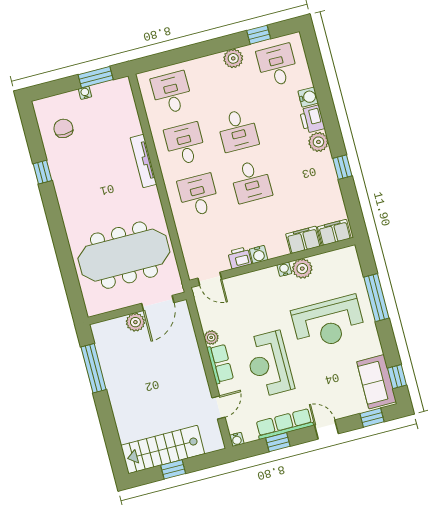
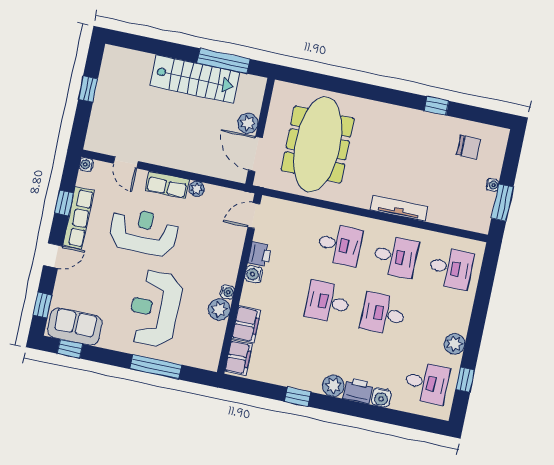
stairs: (163, 450) -> (195, 79), moved, turned 90

